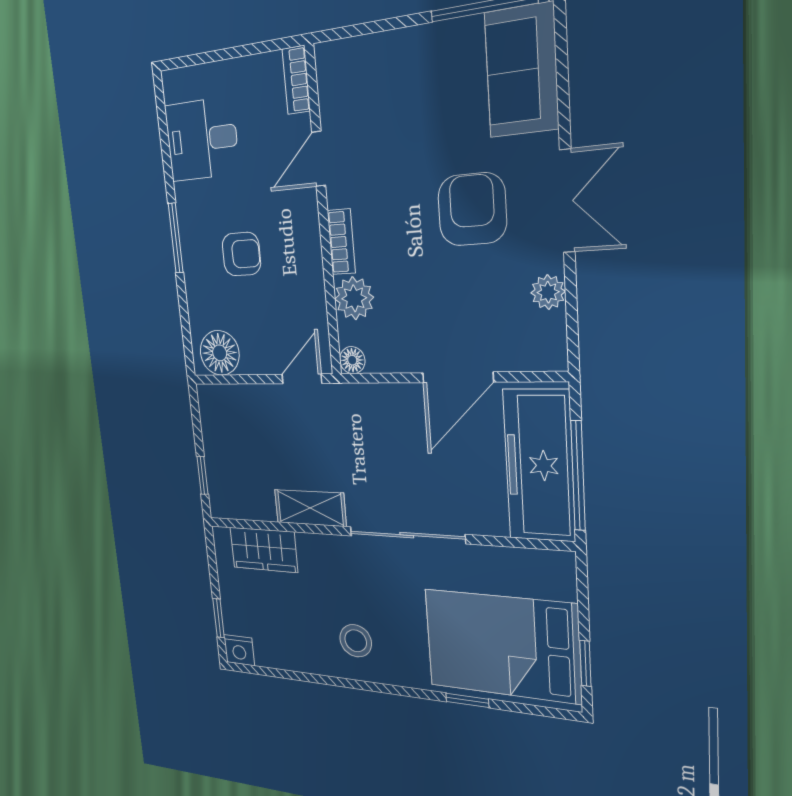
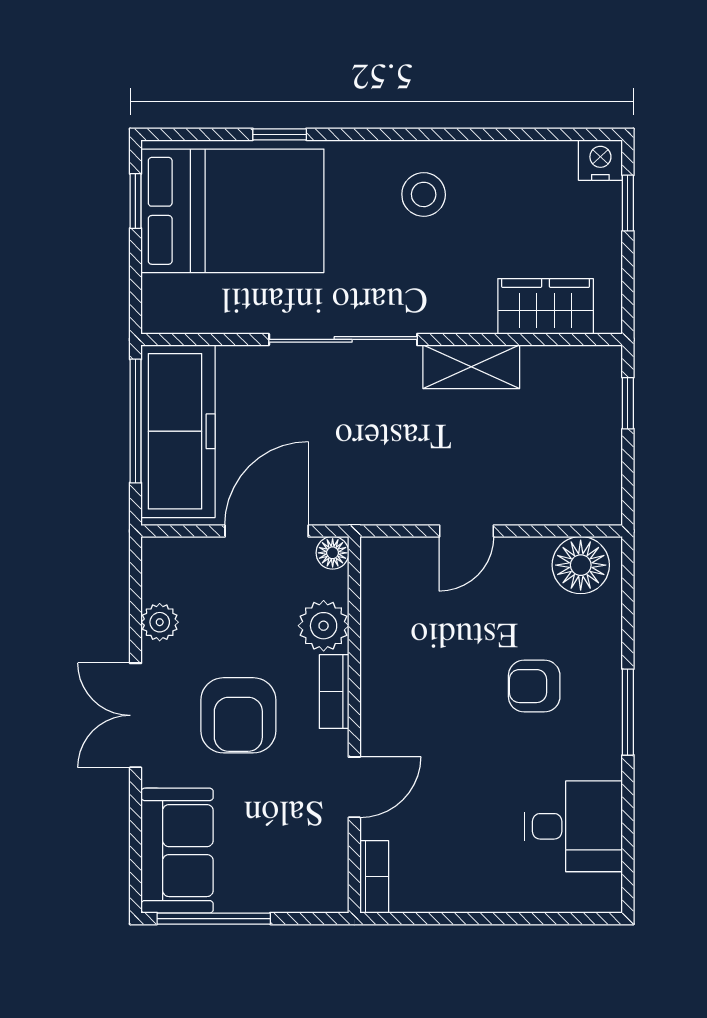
bookcase: (296, 80) -> (374, 877), moved
door: (319, 159) -> (354, 787), moved
wall: (323, 214) -> (354, 725), moved
bookcase: (341, 242) -> (334, 692), moved
plant: (354, 298) -> (324, 626), moved
floor lamp: (352, 360) -> (333, 553), moved

